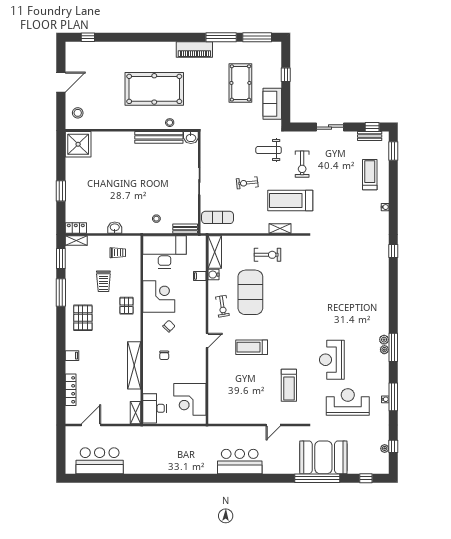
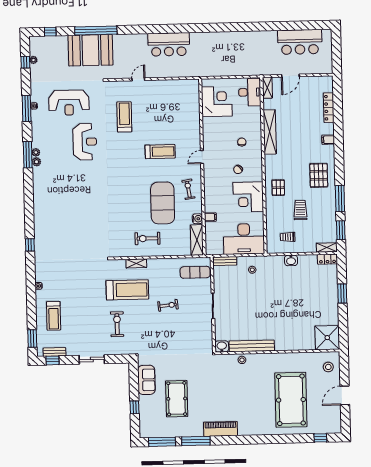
pool table: (154, 89) -> (291, 400), moved, turned 90
weight bench: (269, 150) -> (149, 337), removed
door: (91, 425) -> (290, 76), moved

